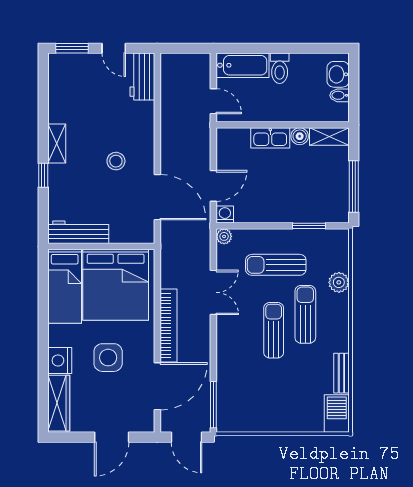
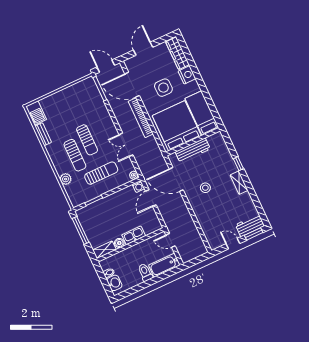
workbench: (142, 77) -> (250, 225), moved, turned -90
workbench: (78, 232) -> (193, 150), moved
door: (157, 386) -> (132, 85), hinge flipped

